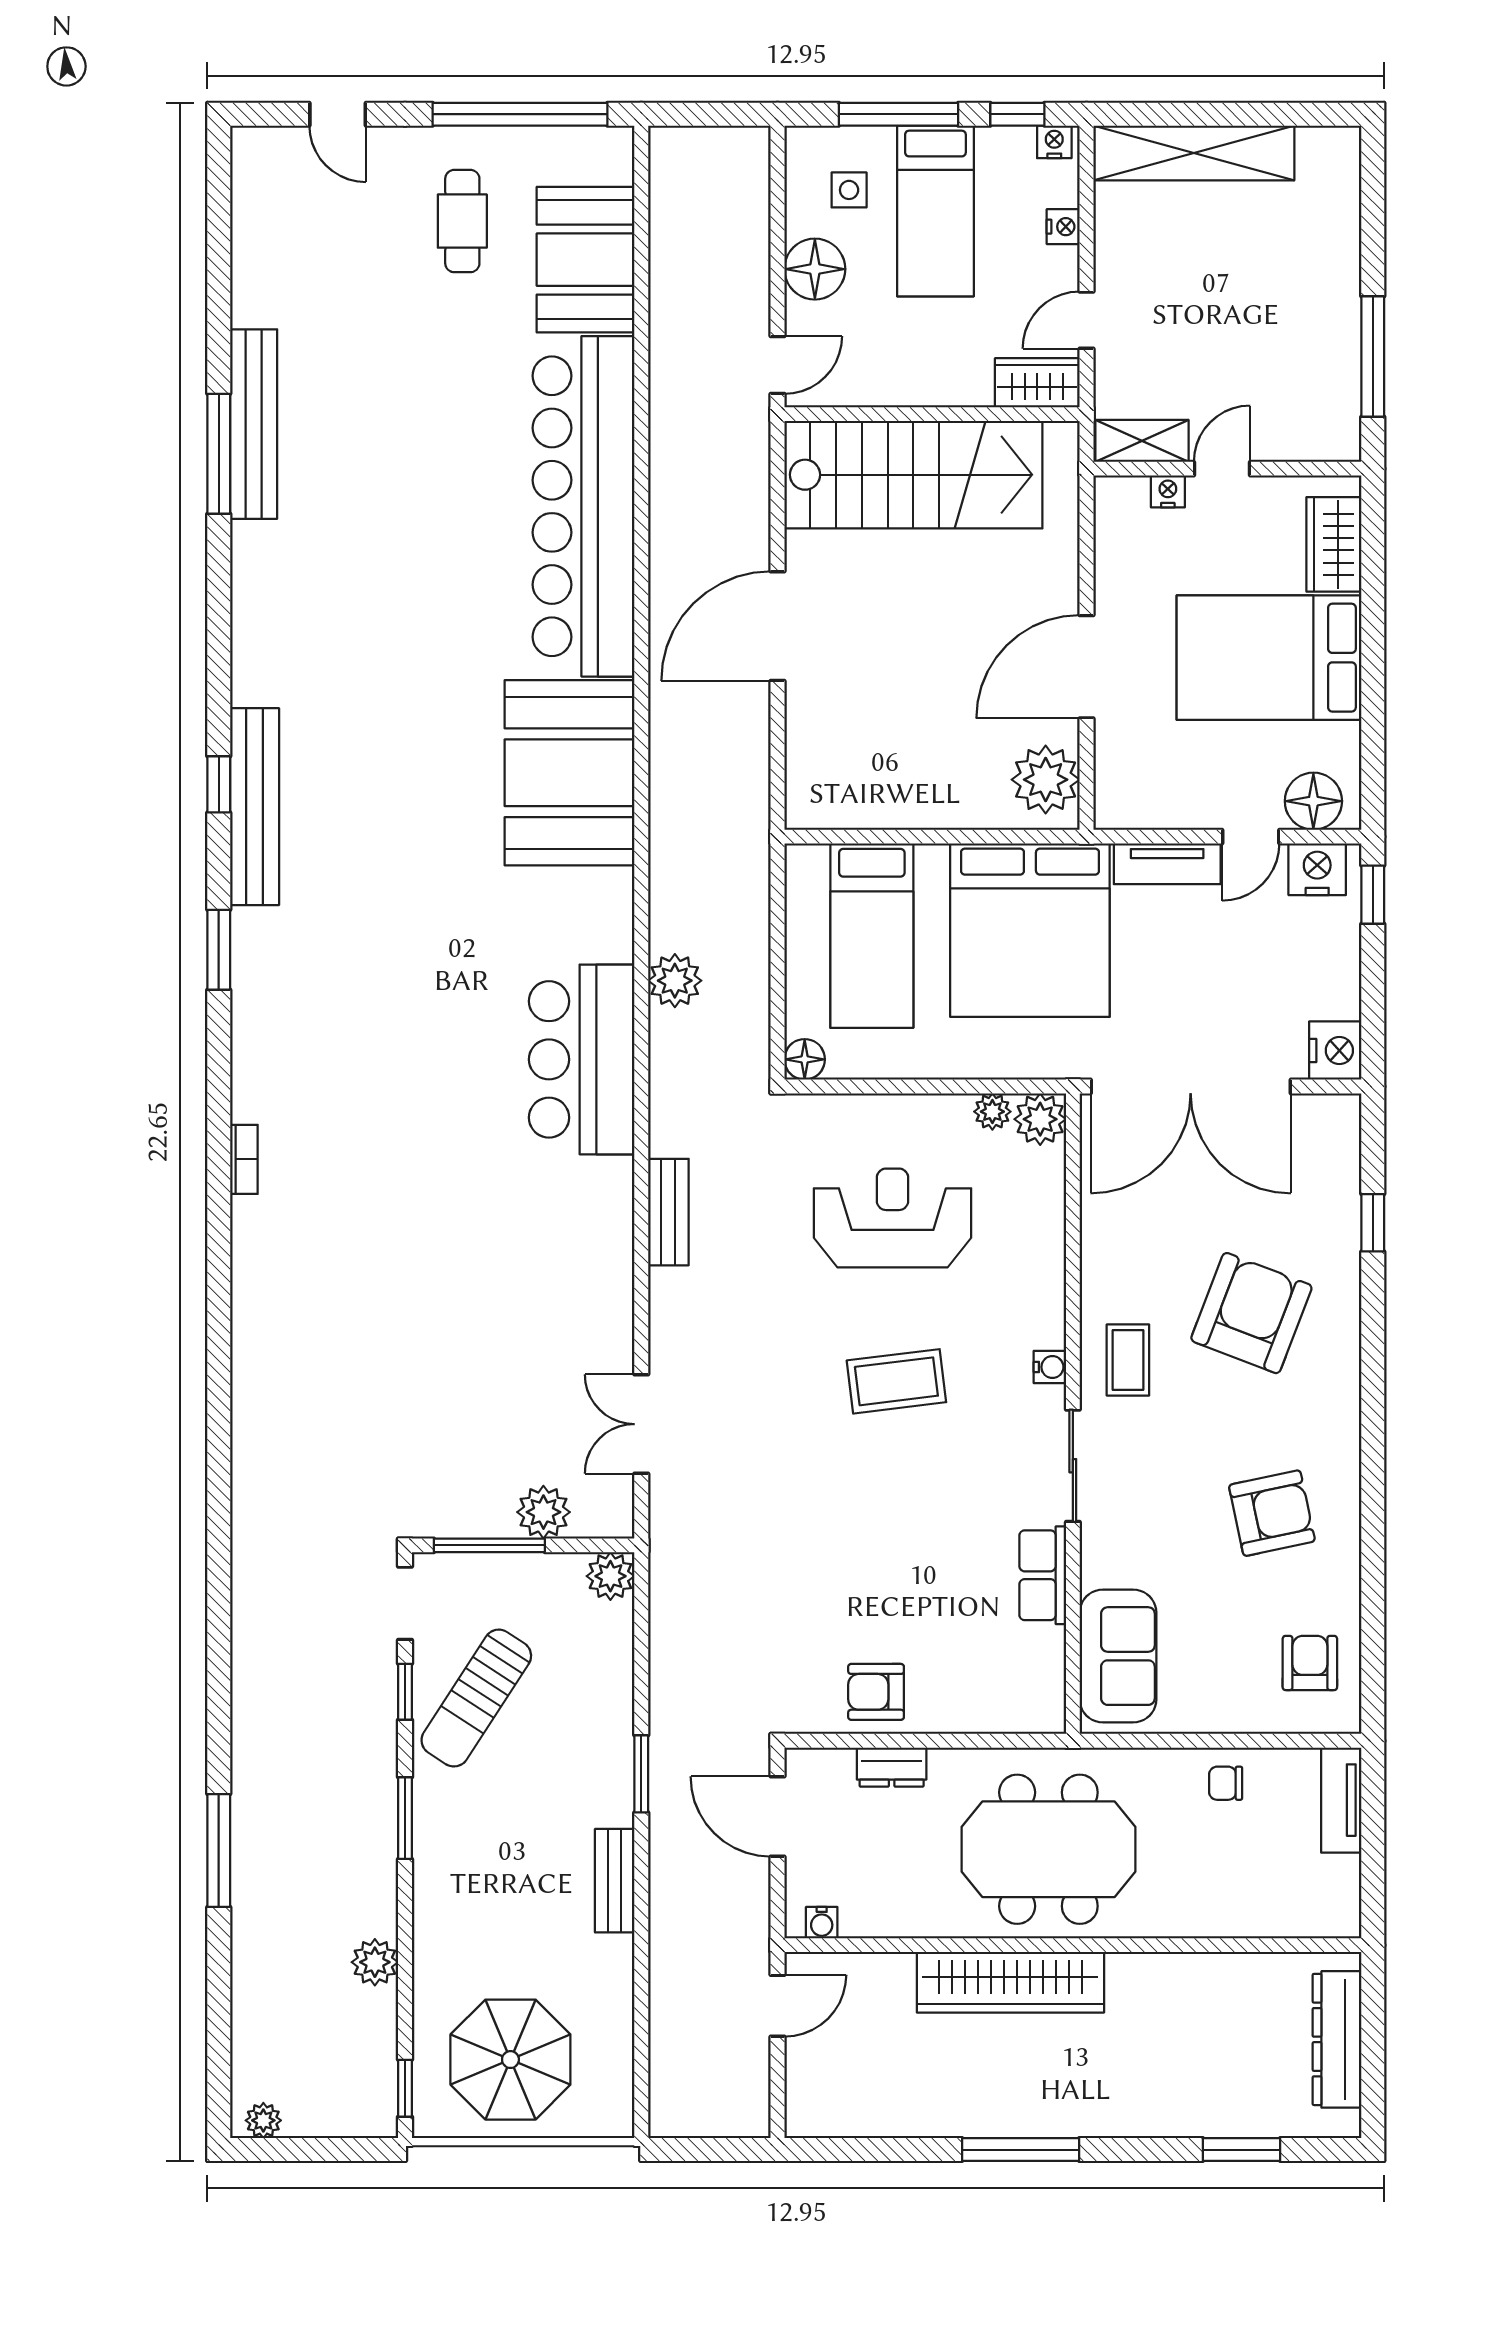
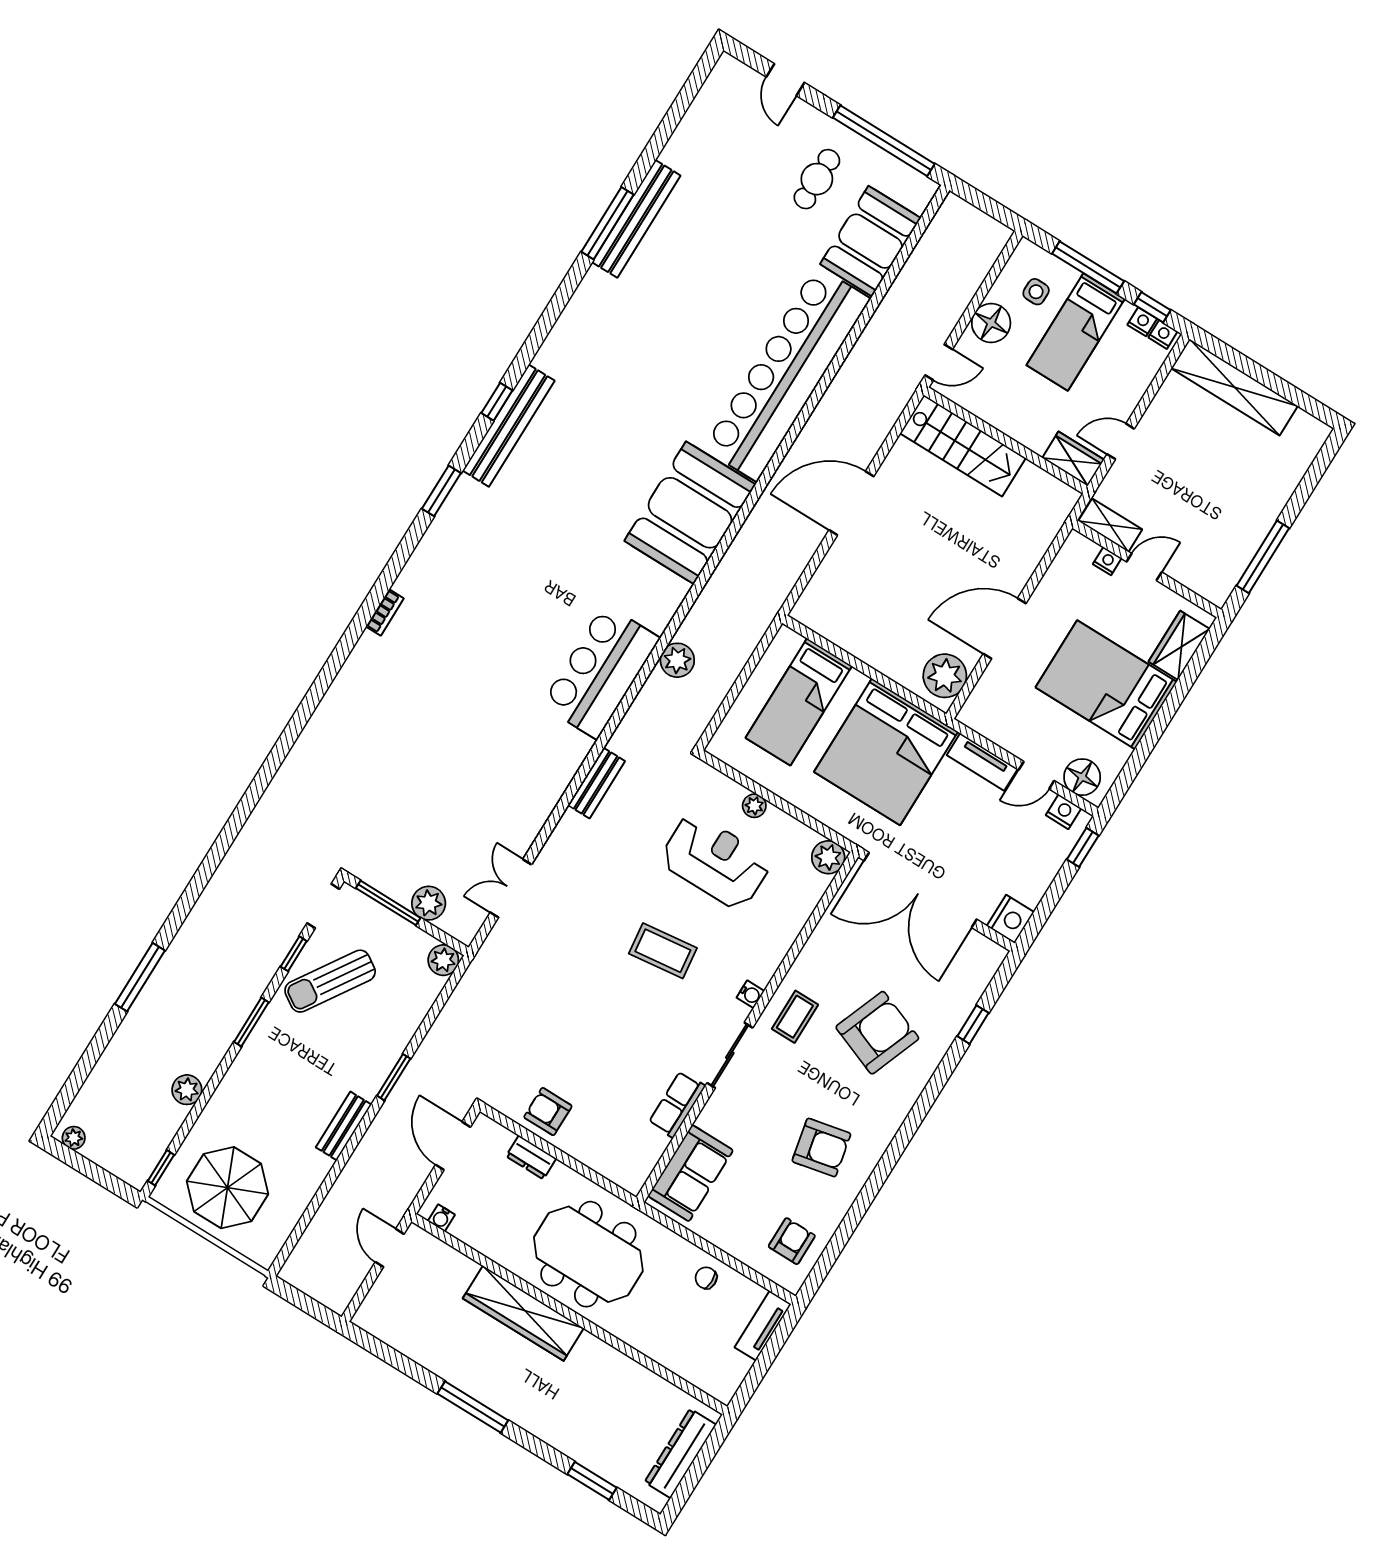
nightstand: (1063, 227) -> (1142, 322), moved, turned -90
stairs: (913, 475) -> (963, 446), width x0.73, depth x0.66
nightstand: (1317, 869) -> (1064, 812), width x0.74, depth x0.75
floor lamp: (805, 1059) -> (721, 746), removed
plant: (992, 1112) -> (754, 806), moved
door: (778, 2006) -> (390, 1248), swing flipped

